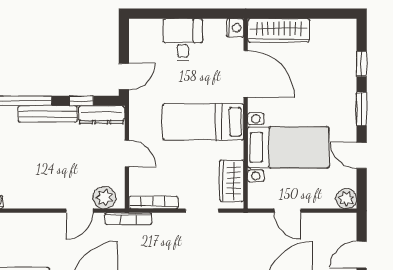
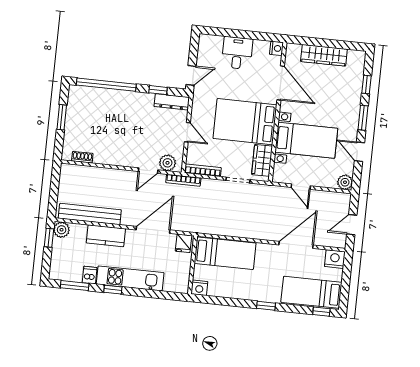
wardrobe: (279, 30) -> (324, 55), moved
bench: (47, 114) -> (132, 97), removed
bed: (203, 122) -> (245, 122), width x1.50

